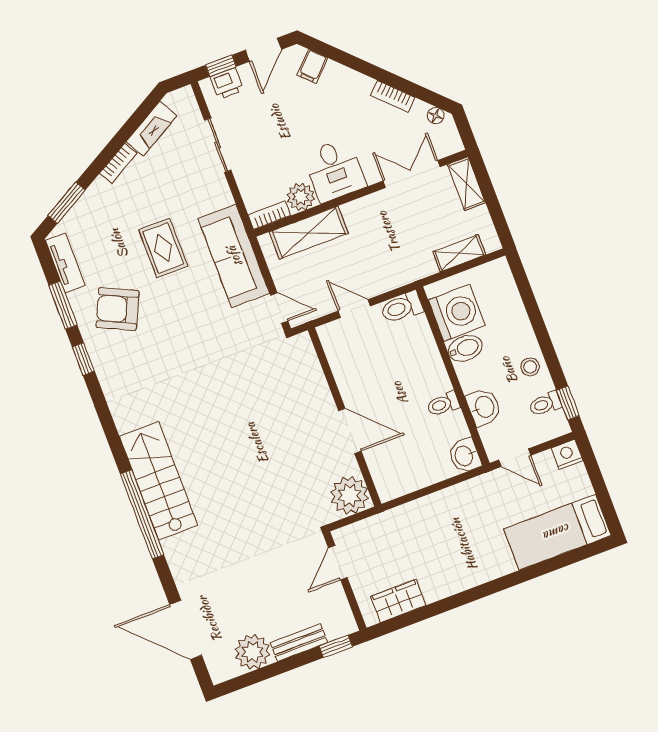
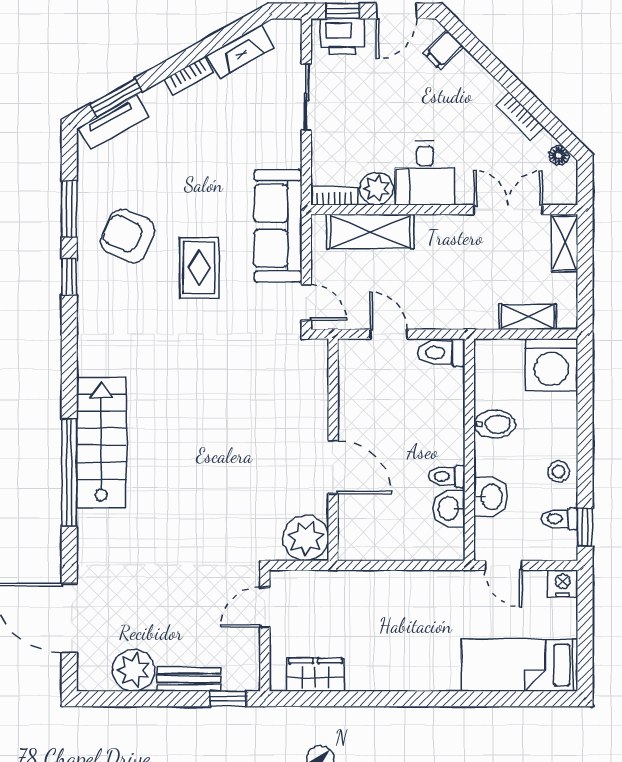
printer: (227, 83) -> (342, 36), width x1.36, depth x1.24
rug: (163, 248) -> (199, 268), moved
tv unit: (65, 263) -> (113, 122), moved, turned 61
washing machine: (457, 313) -> (551, 365), moved, turned 90
washbasin: (465, 456) -> (449, 508), moved

